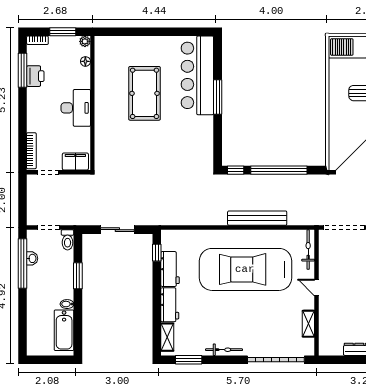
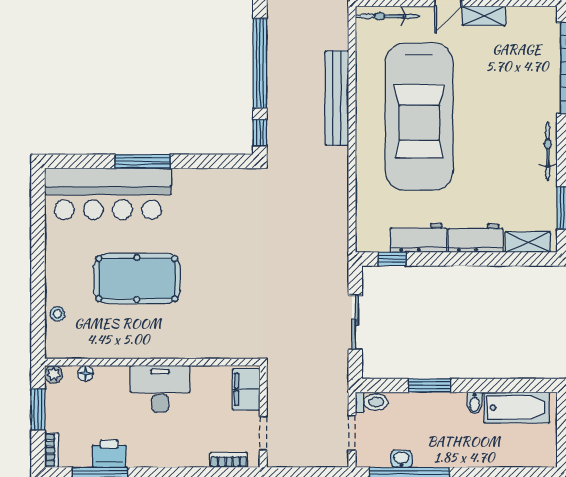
stool: (123, 44) -> (58, 314), added
bookcase: (31, 151) -> (229, 460), width x0.64
shelving: (308, 324) -> (484, 16), moved

